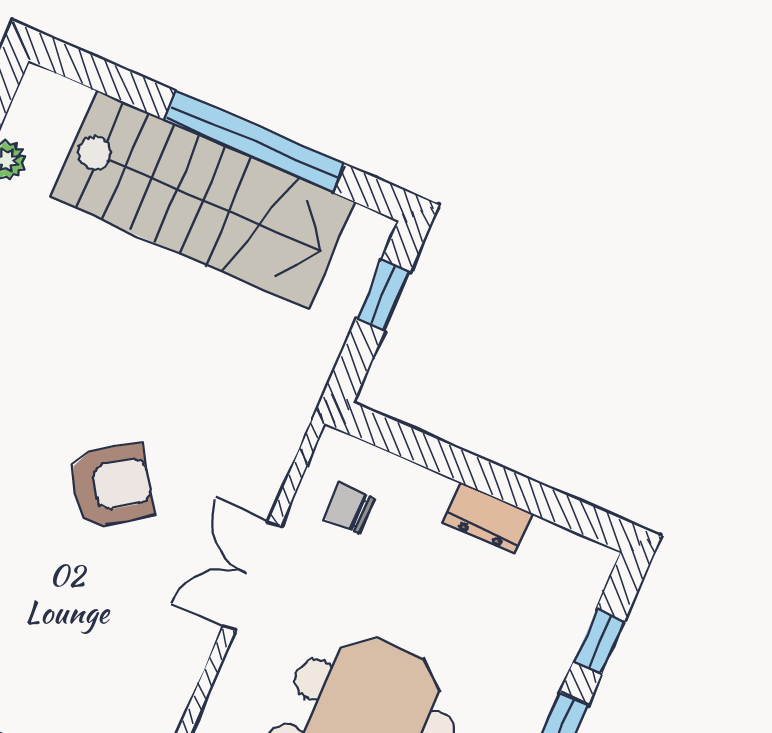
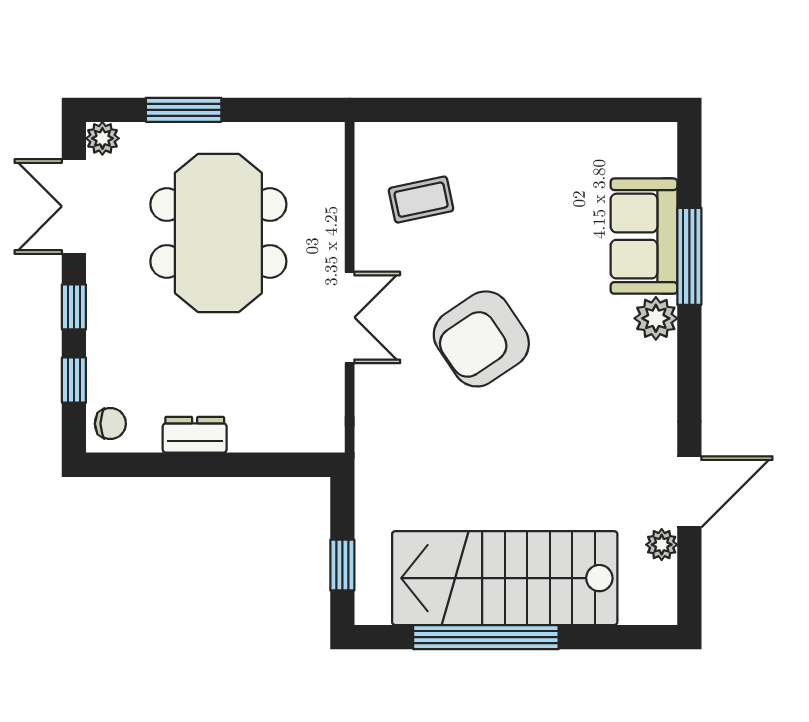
armchair: (111, 486) -> (481, 339), width x1.36, depth x1.36
chair: (349, 508) -> (110, 424), moved
coffee table: (111, 676) -> (421, 200), added

